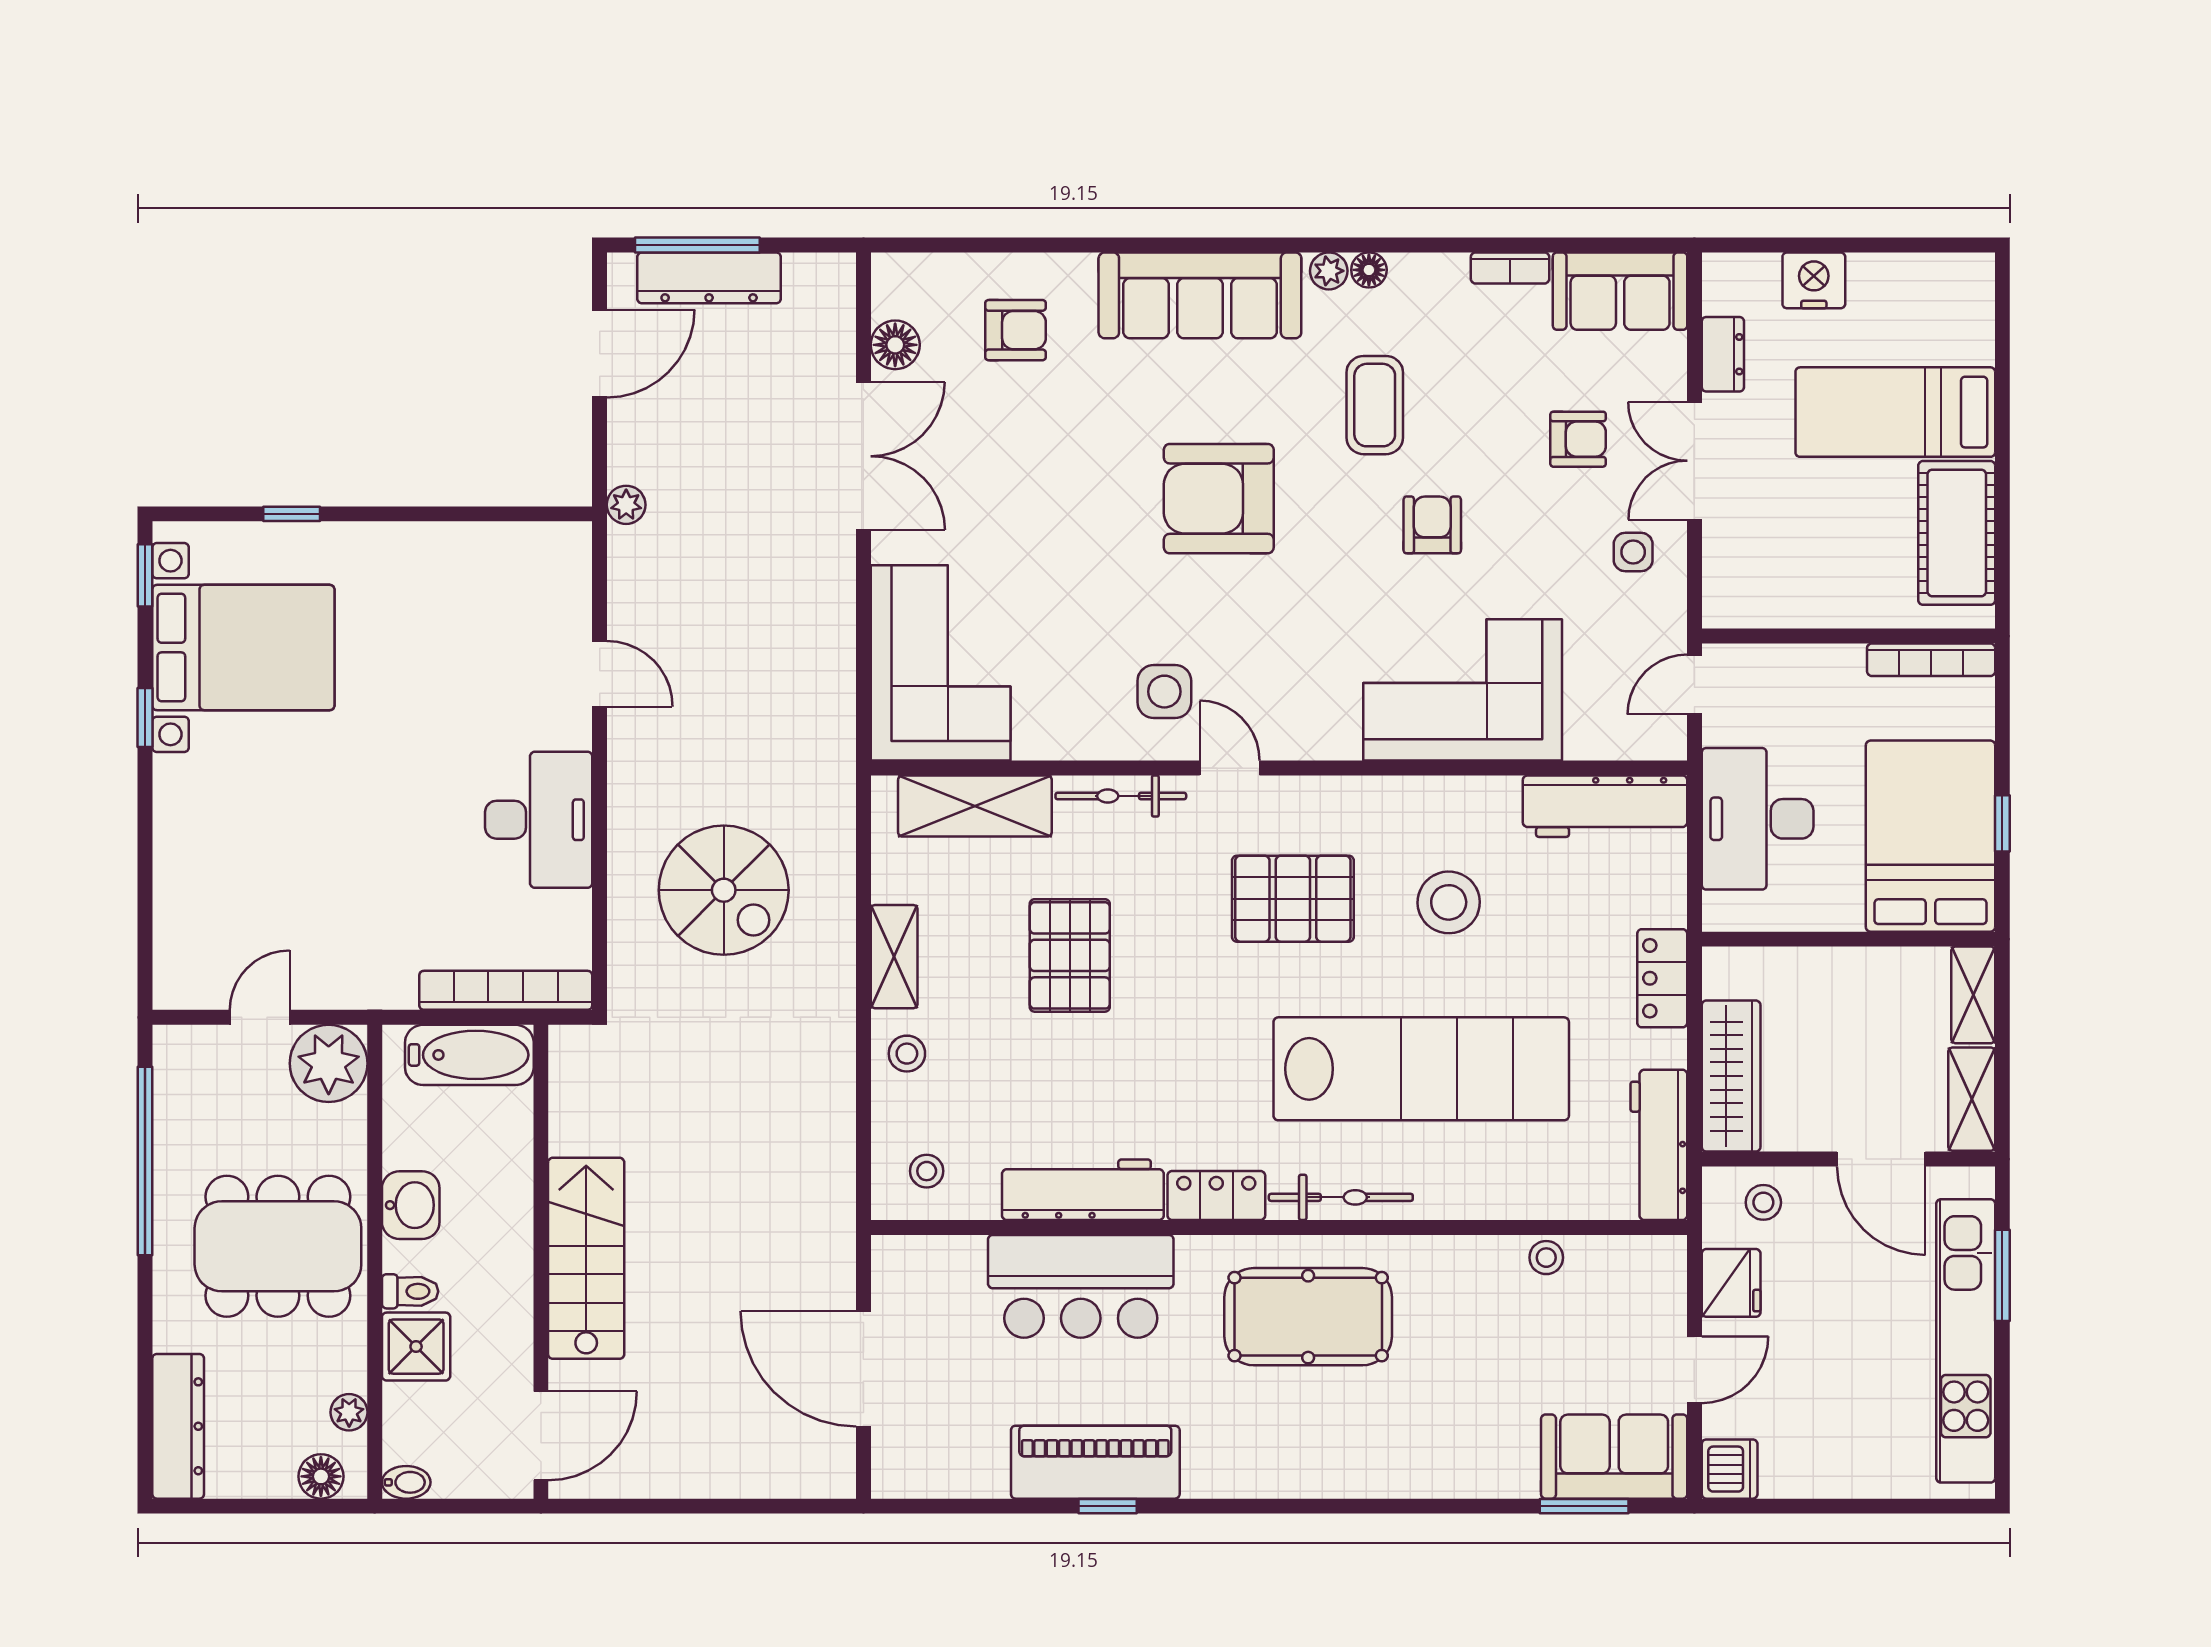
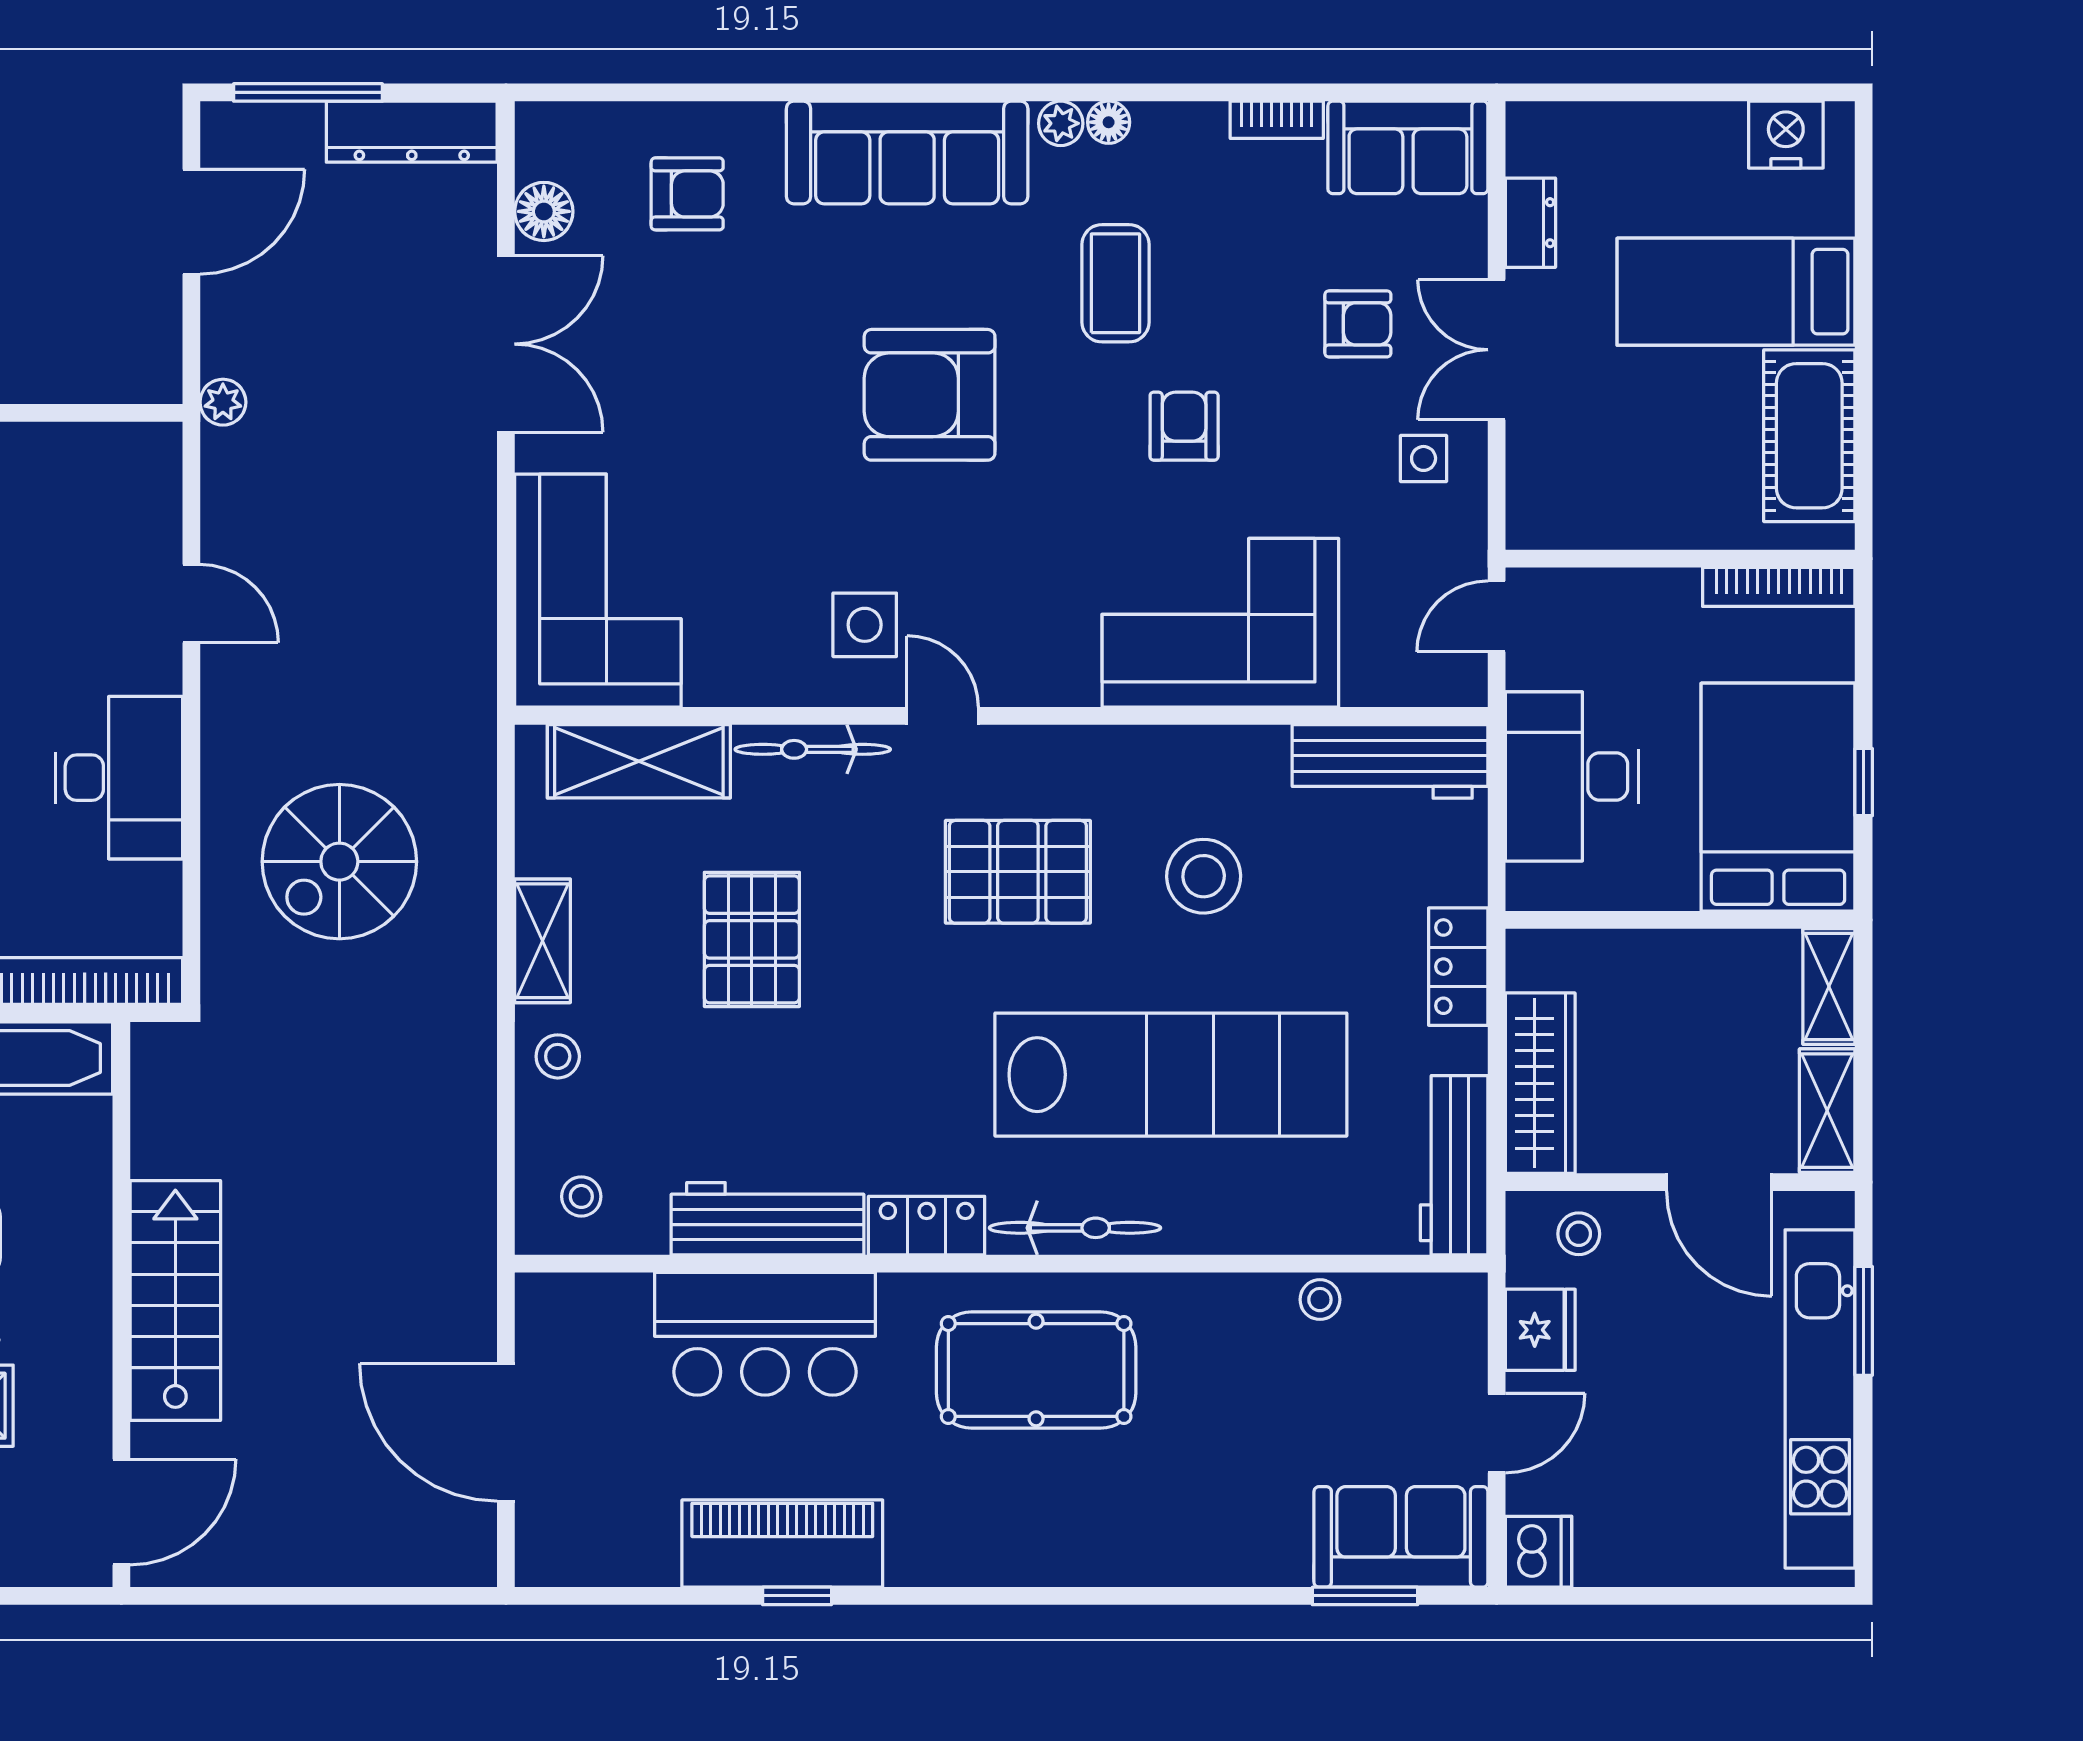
dresser: (709, 278) -> (412, 132), moved
nightstand: (1814, 280) -> (1786, 135), moved
spiral stairs: (724, 890) -> (339, 862), turned 90

